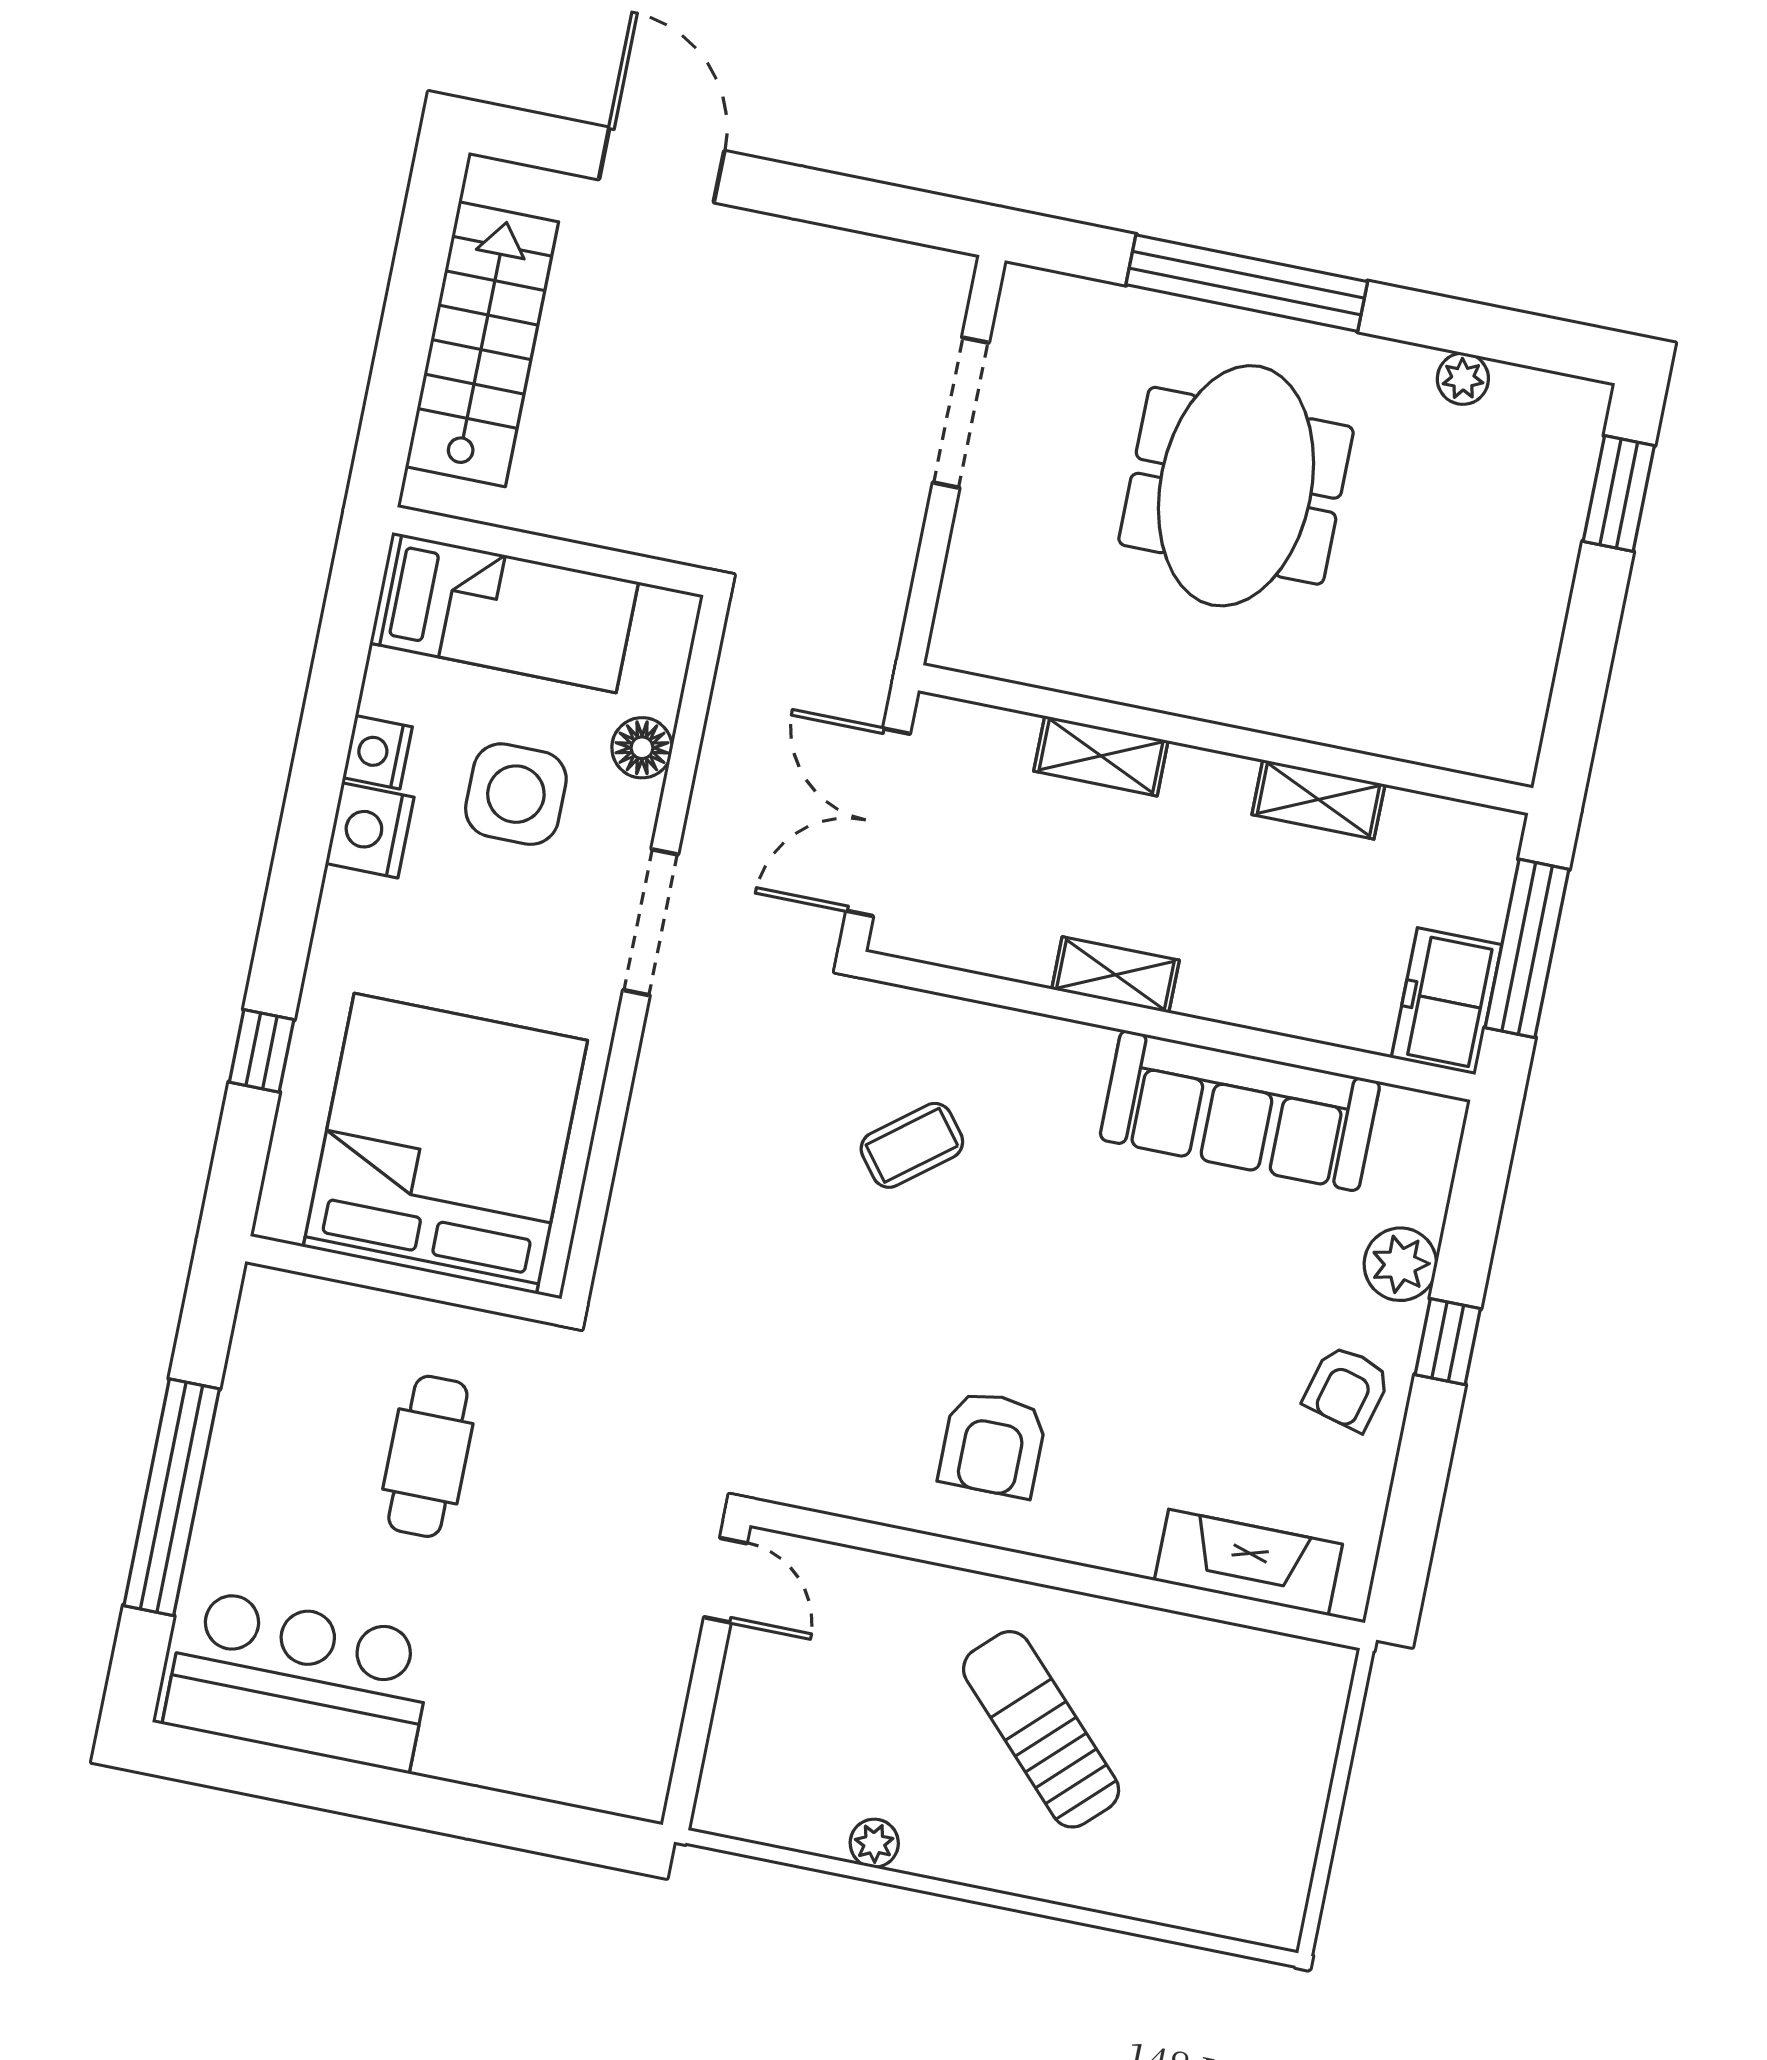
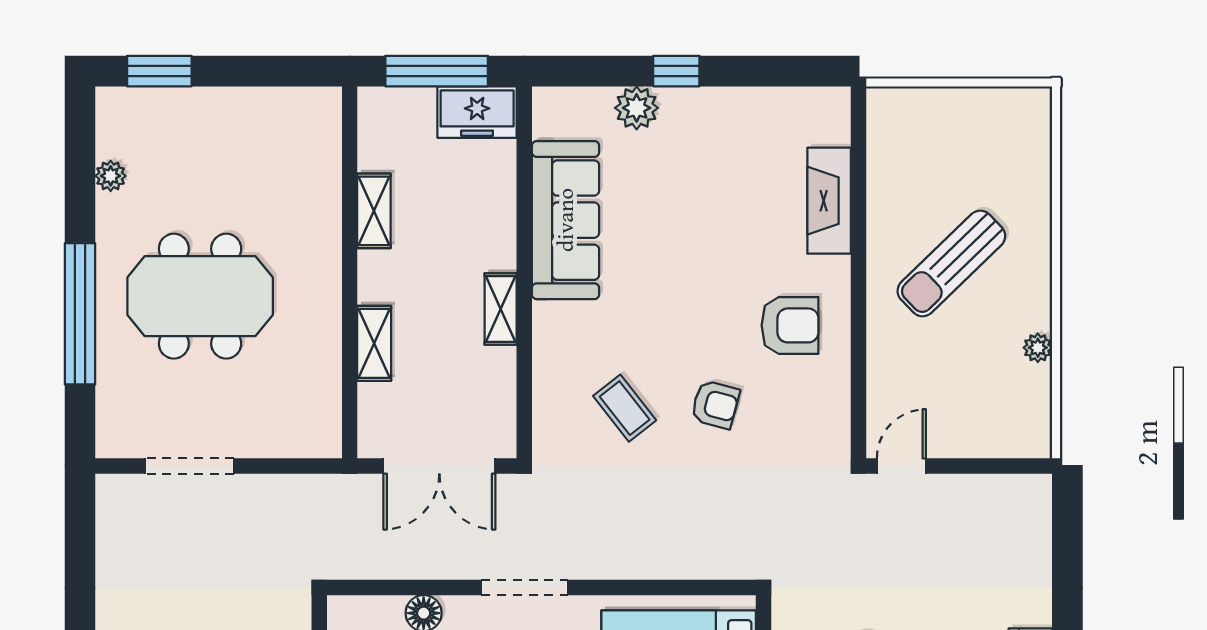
armchair: (1347, 1388) -> (715, 404), moved
fireplace: (1248, 1562) -> (829, 201), moved

